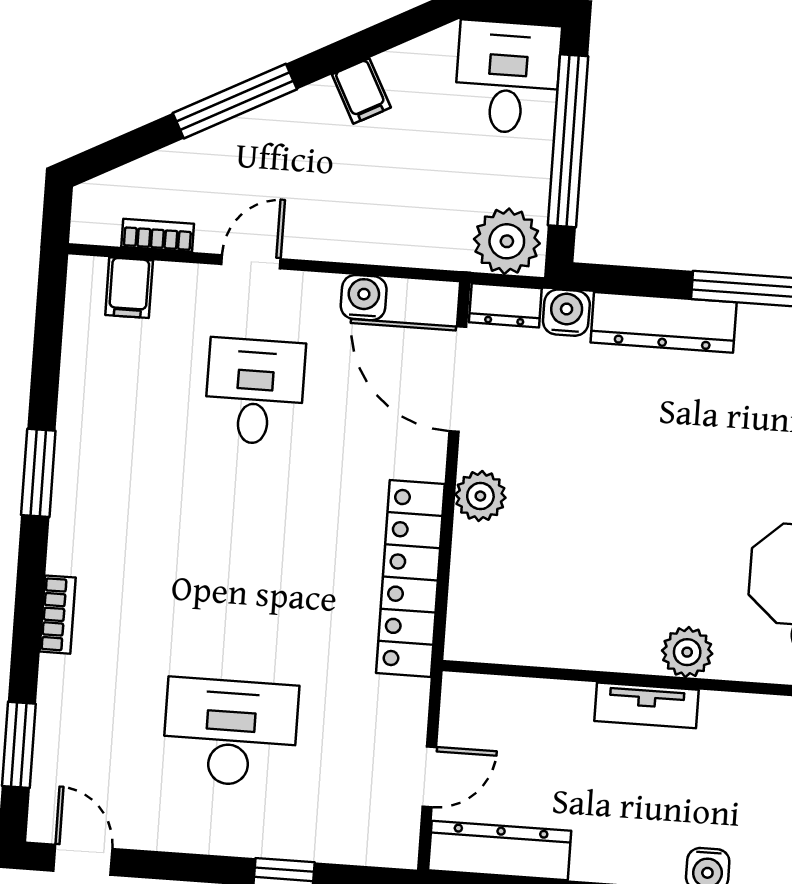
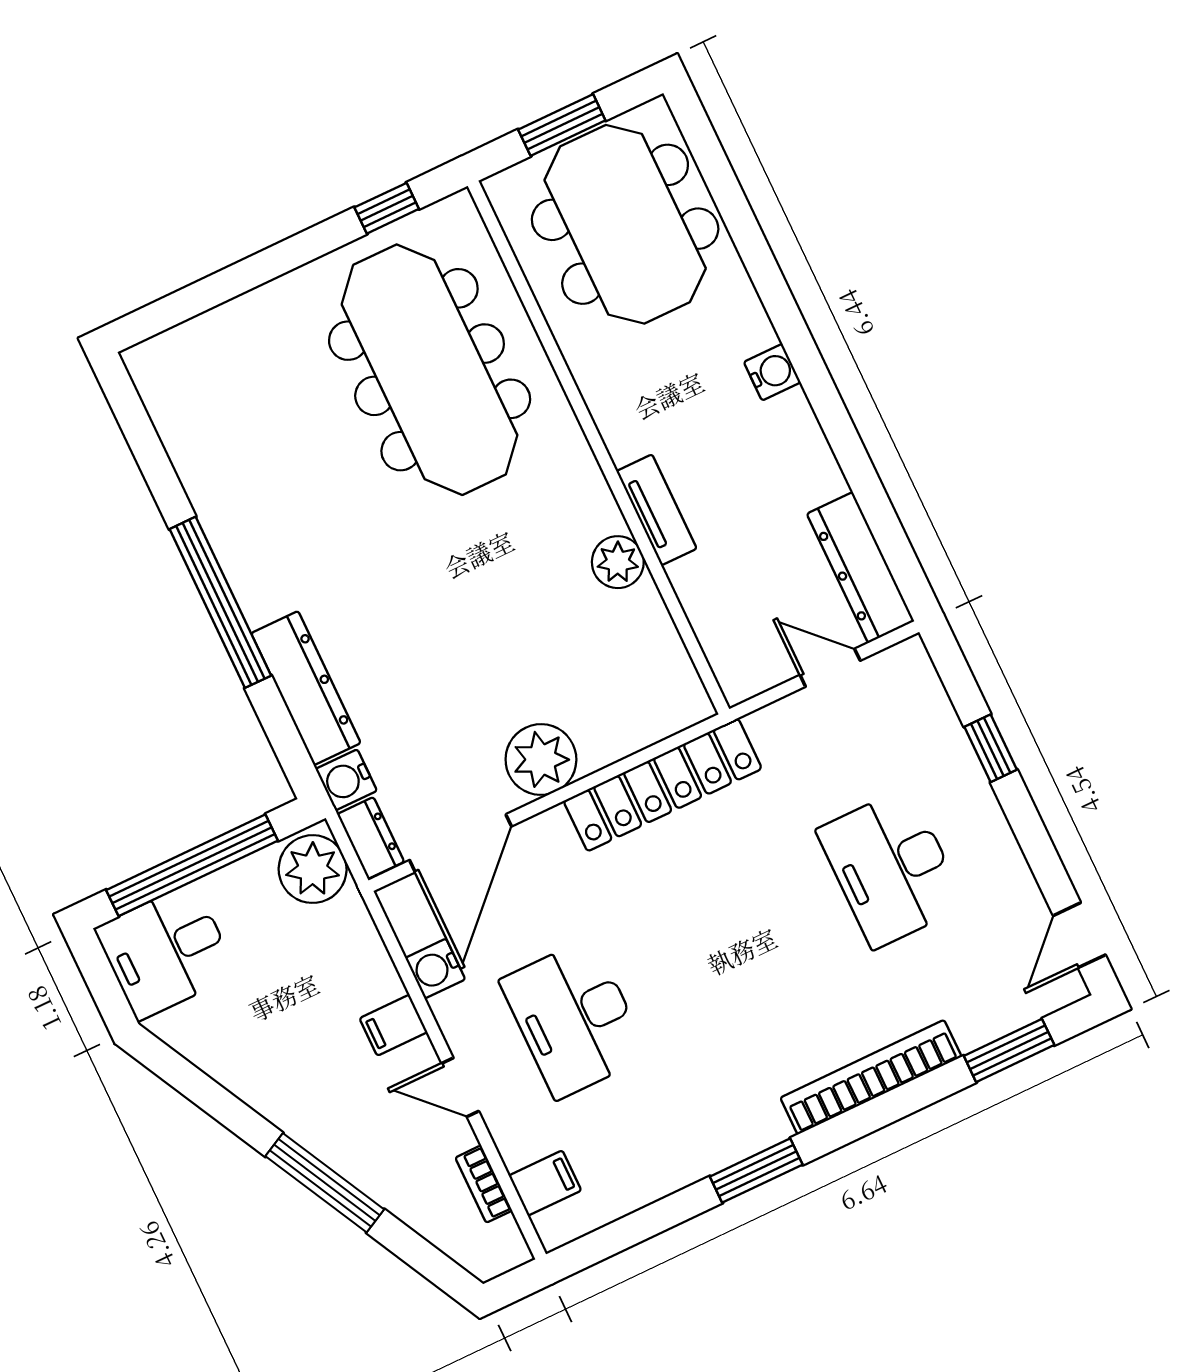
filing cabinet: (361, 91) -> (393, 1025), moved, turned -152
desk: (255, 391) -> (574, 1018), width x1.37
plant: (480, 496) -> (541, 760), width x1.36, depth x1.36
bookcase: (58, 615) -> (871, 1077), width x2.31, depth x1.31
plant: (687, 652) -> (618, 562), moved

